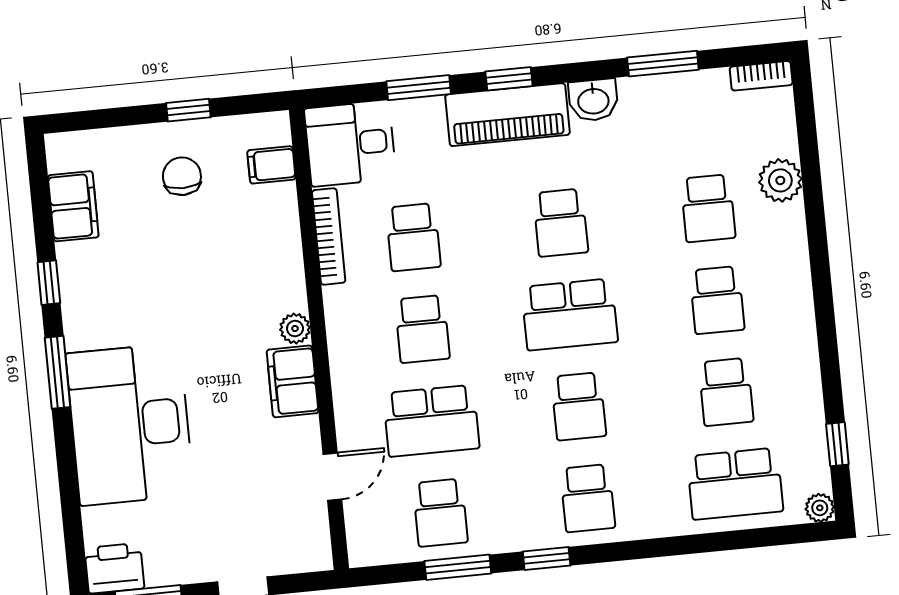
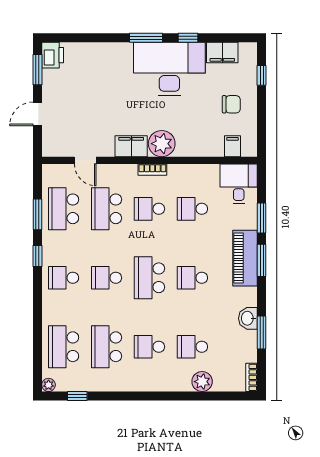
window: (509, 79) -> (262, 260), width x1.50
washbasin: (593, 100) -> (248, 318), moved
window: (188, 110) -> (262, 75), moved
bookcase: (329, 236) -> (152, 170), moved, width x0.64
plant: (295, 329) -> (162, 144), width x1.87, depth x1.87
school desk: (726, 392) -> (107, 347), width x1.85
desk: (130, 424) -> (169, 69), moved
school desk: (440, 513) -> (64, 209), width x1.85

